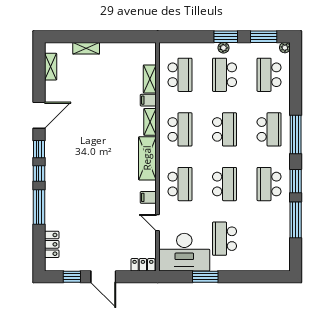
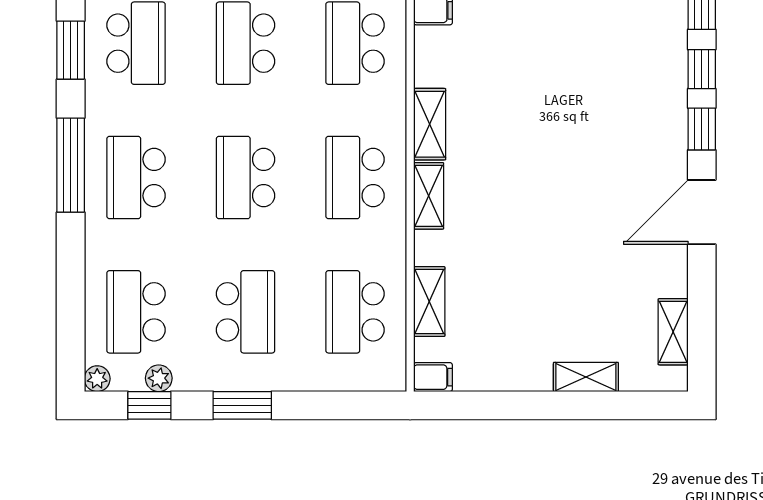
window: (264, 37) -> (149, 405), width x0.67
plant: (224, 48) -> (159, 378), moved
school desk: (269, 75) -> (136, 312), turned 180
filing cabinet: (148, 100) -> (433, 377), moved
shelving: (147, 158) -> (430, 124), width x0.67, depth x0.75

